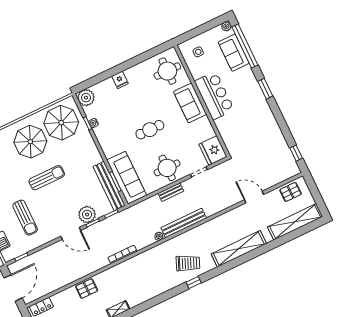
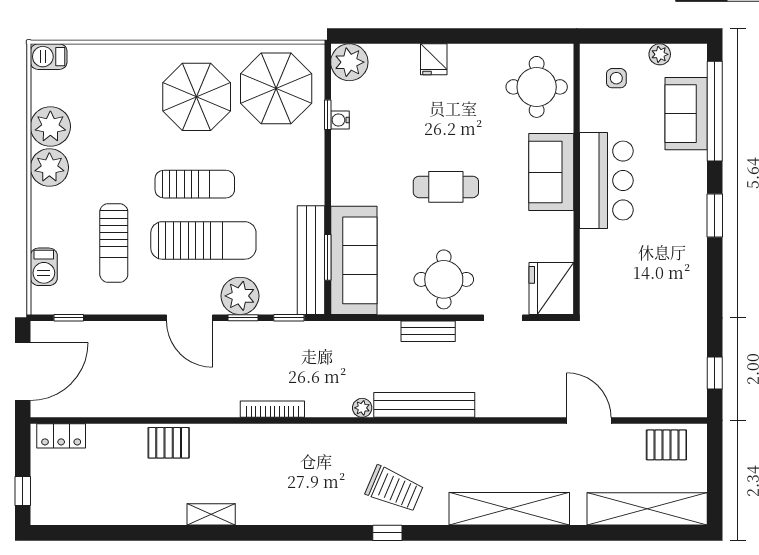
plant: (226, 26) -> (660, 54), moved
sun lounger: (61, 199) -> (203, 240), added

